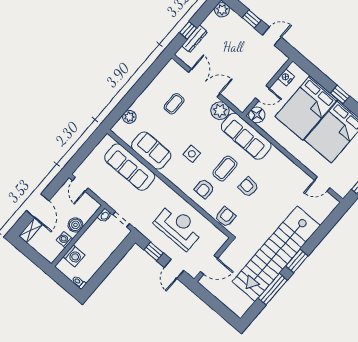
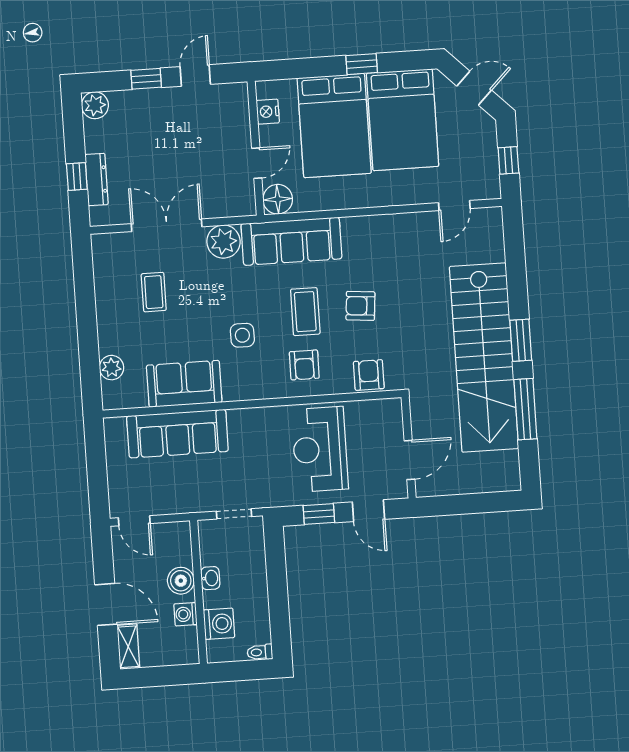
washbasin: (104, 216) -> (210, 578), moved
reception desk: (179, 227) -> (320, 449), turned -90

